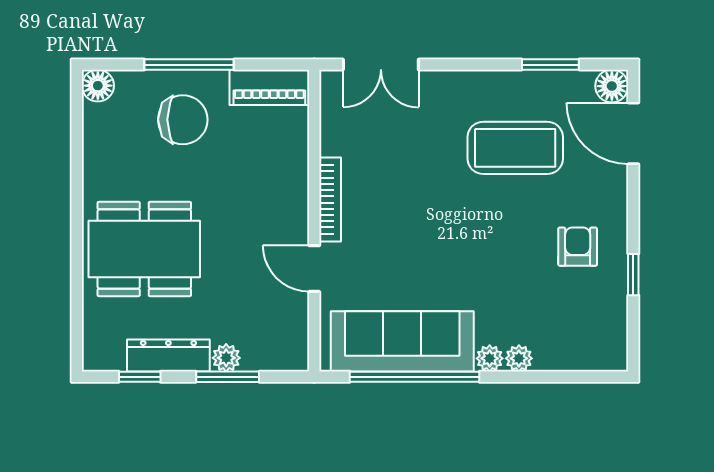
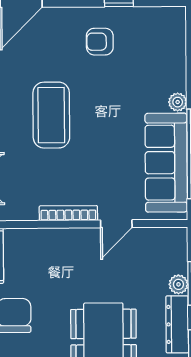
coffee table: (515, 148) -> (51, 115), moved
plant: (519, 358) -> (177, 82), removed

